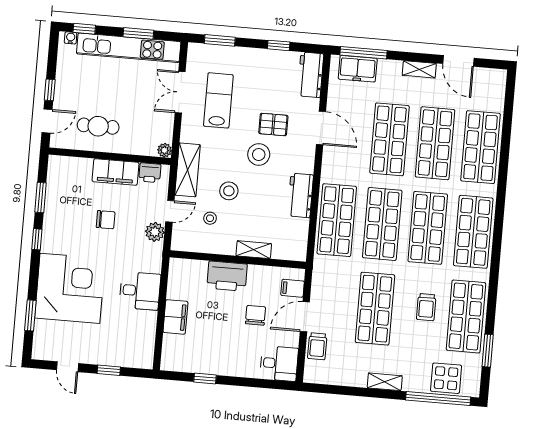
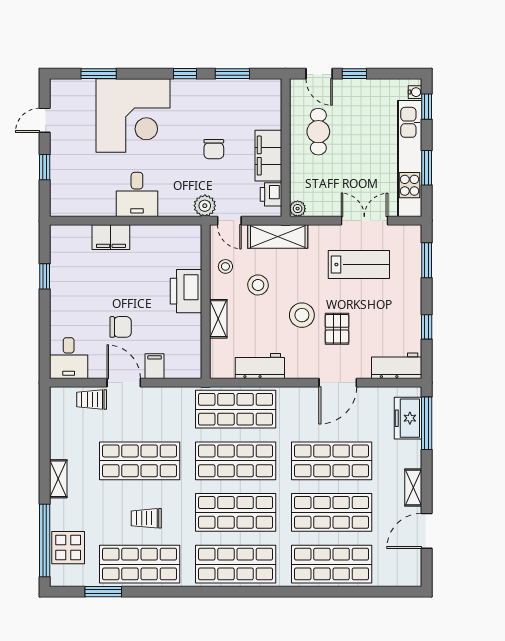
shelving: (254, 250) -> (218, 319), moved
wall: (238, 260) -> (206, 302), moved
printer: (227, 276) -> (186, 291), moved

